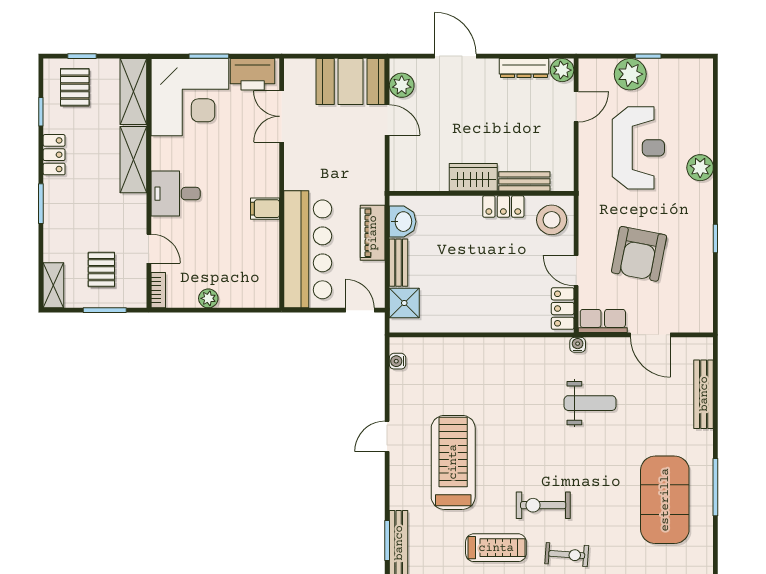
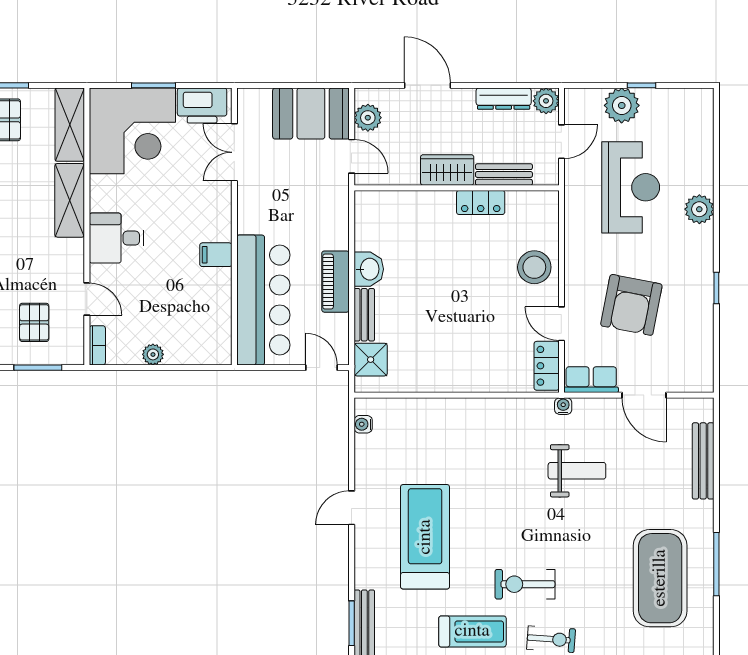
wardrobe: (473, 177) -> (447, 170), moved
bench: (524, 181) -> (504, 174), moved
wall: (482, 193) -> (457, 188), moved
locker: (503, 206) -> (481, 202), moved

